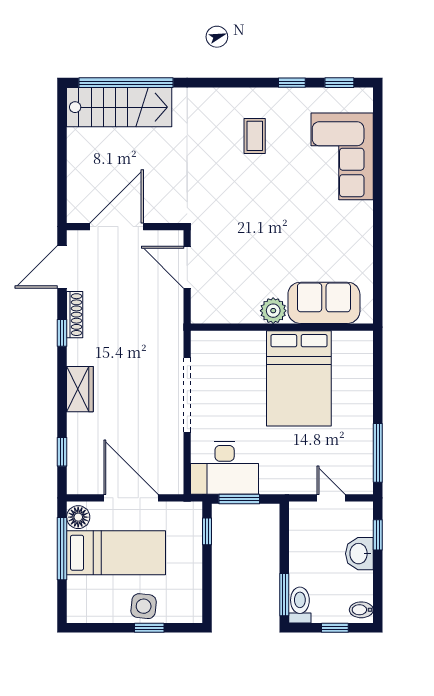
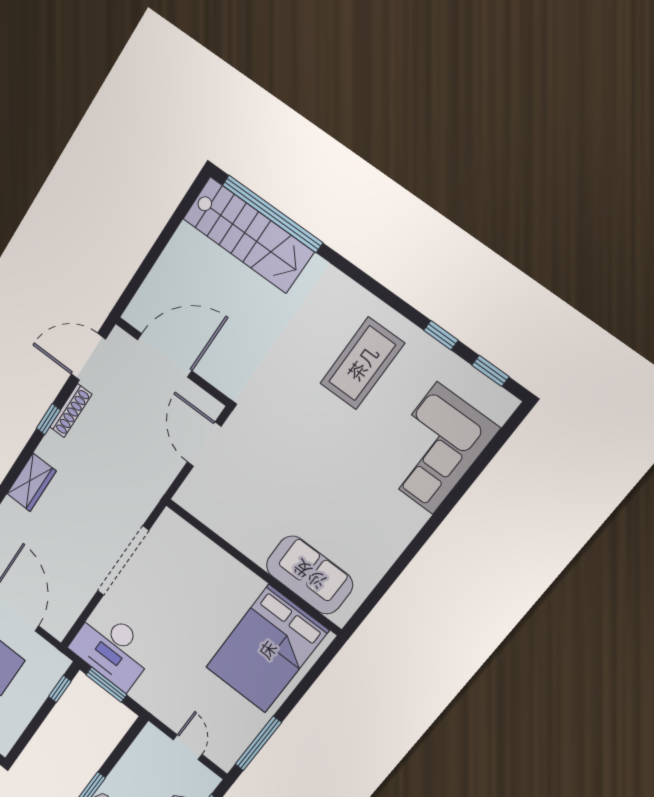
coffee table: (255, 136) -> (362, 363), width x1.86, depth x1.72
plant: (273, 311) -> (256, 546), removed
bed: (299, 378) -> (267, 649), moved

